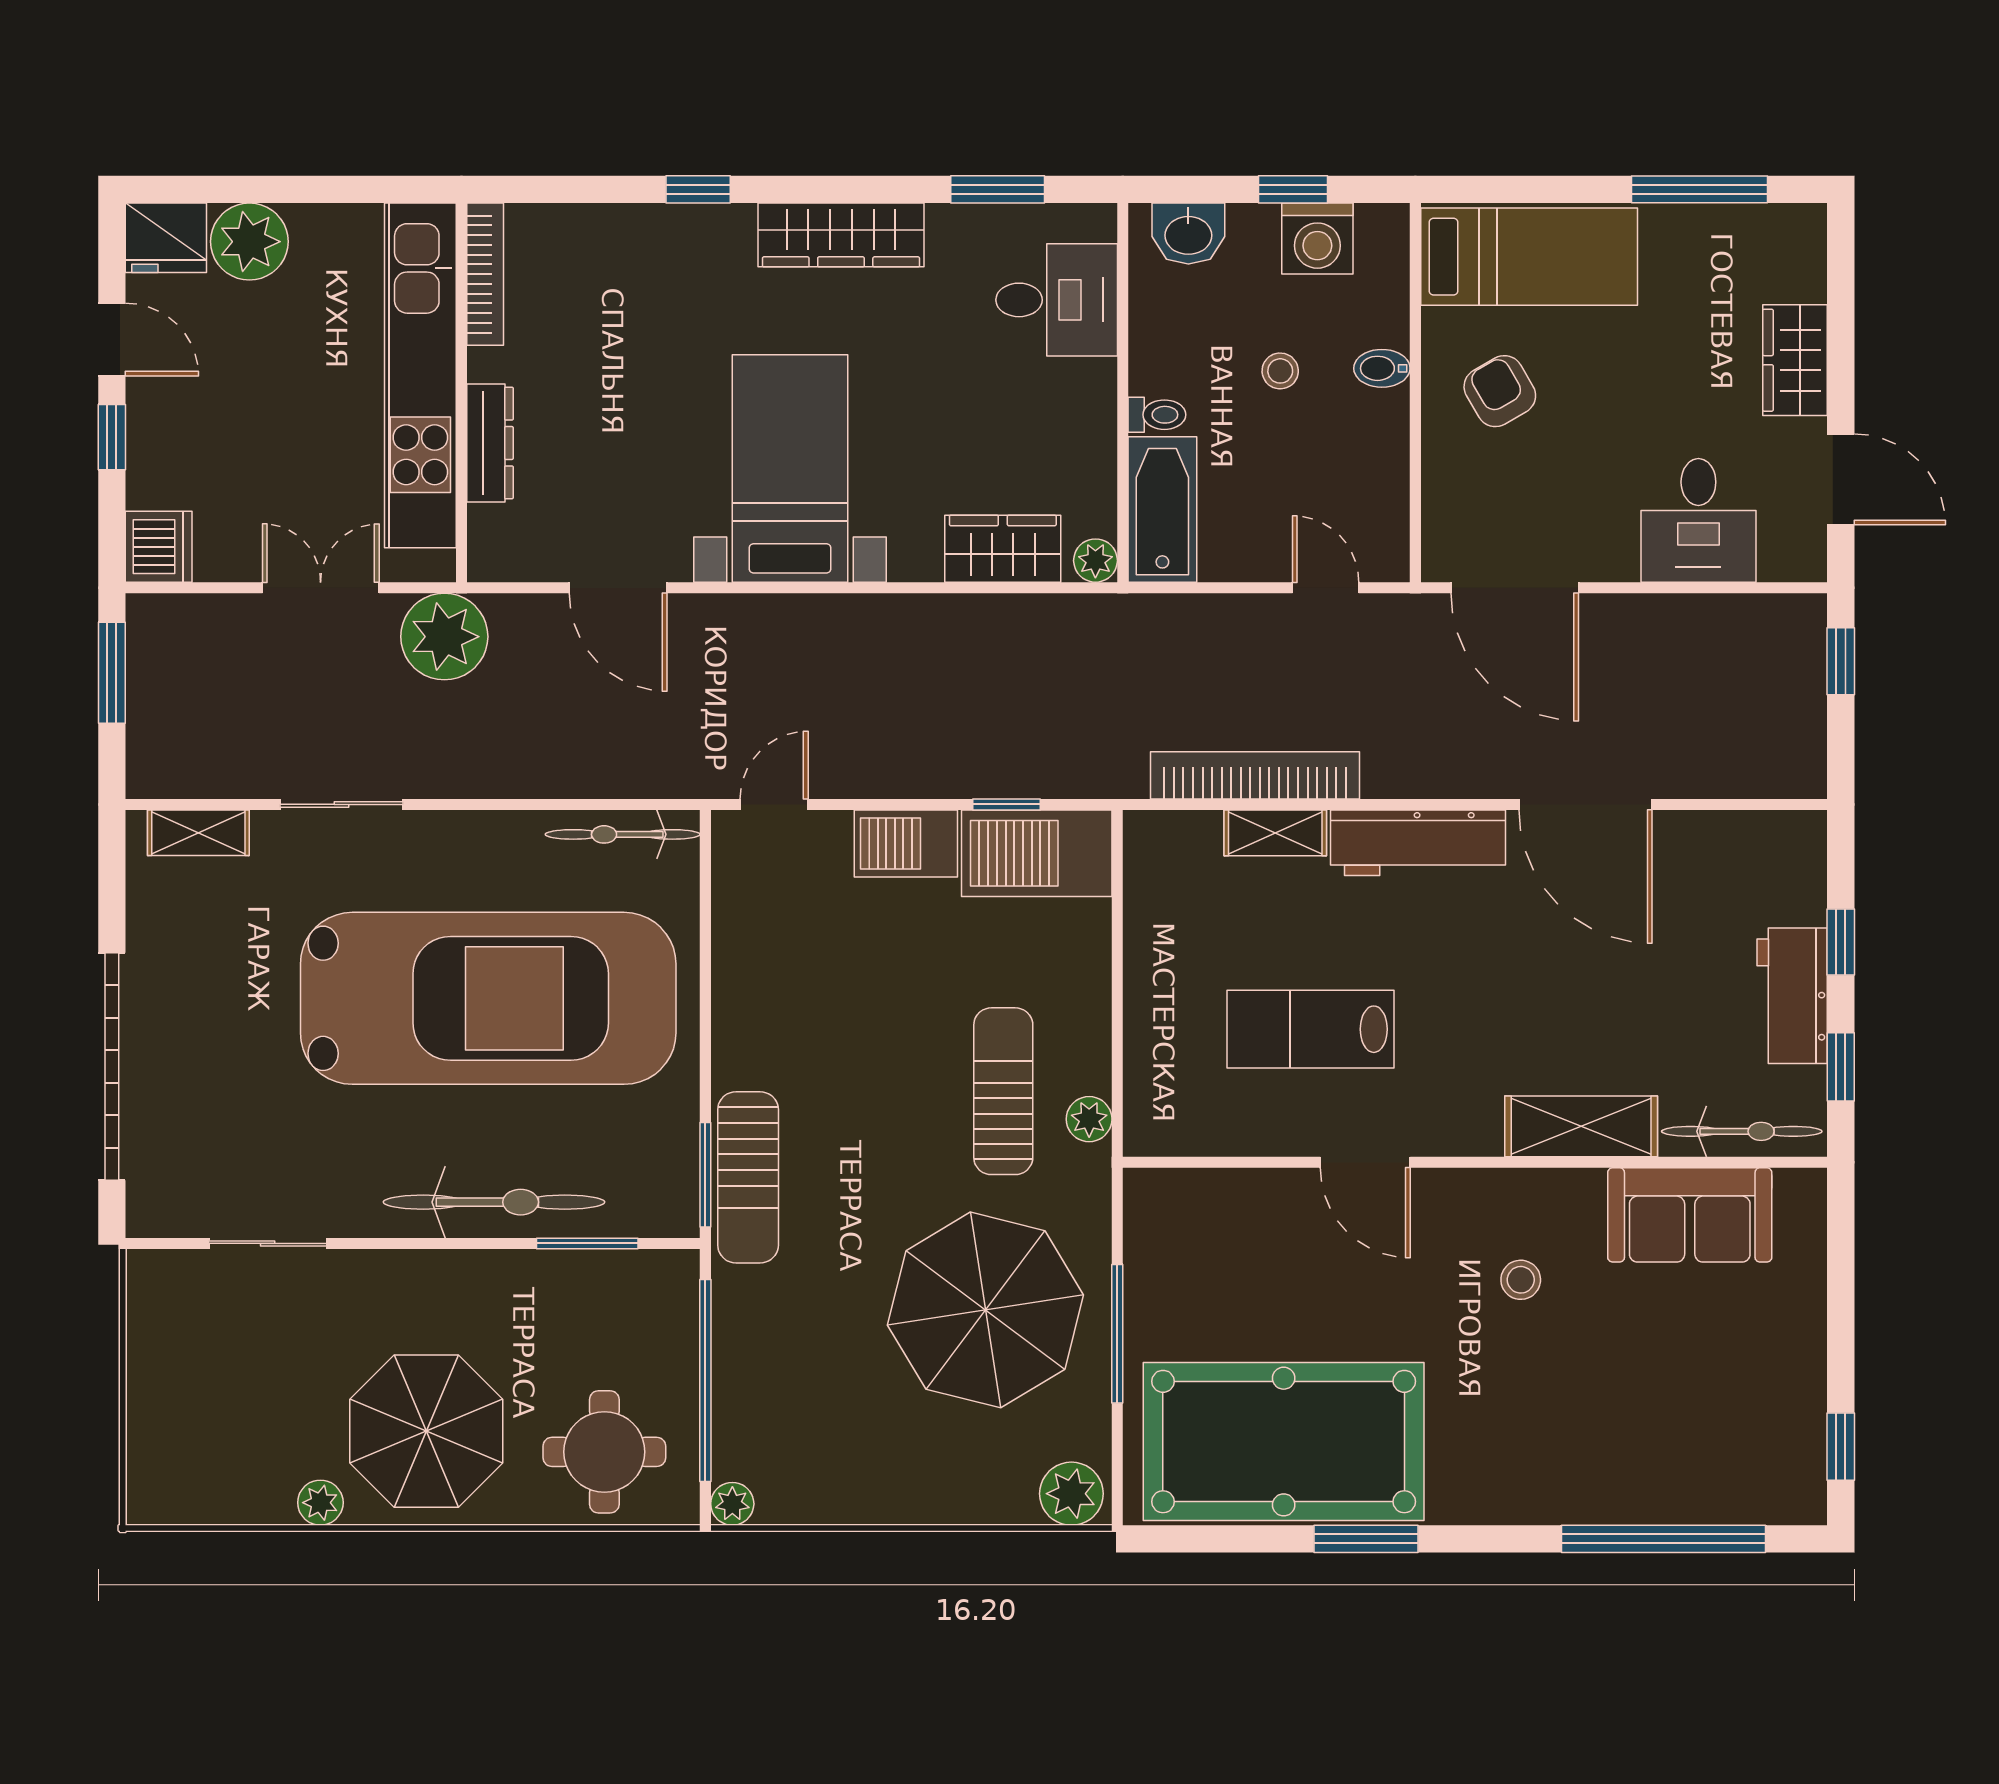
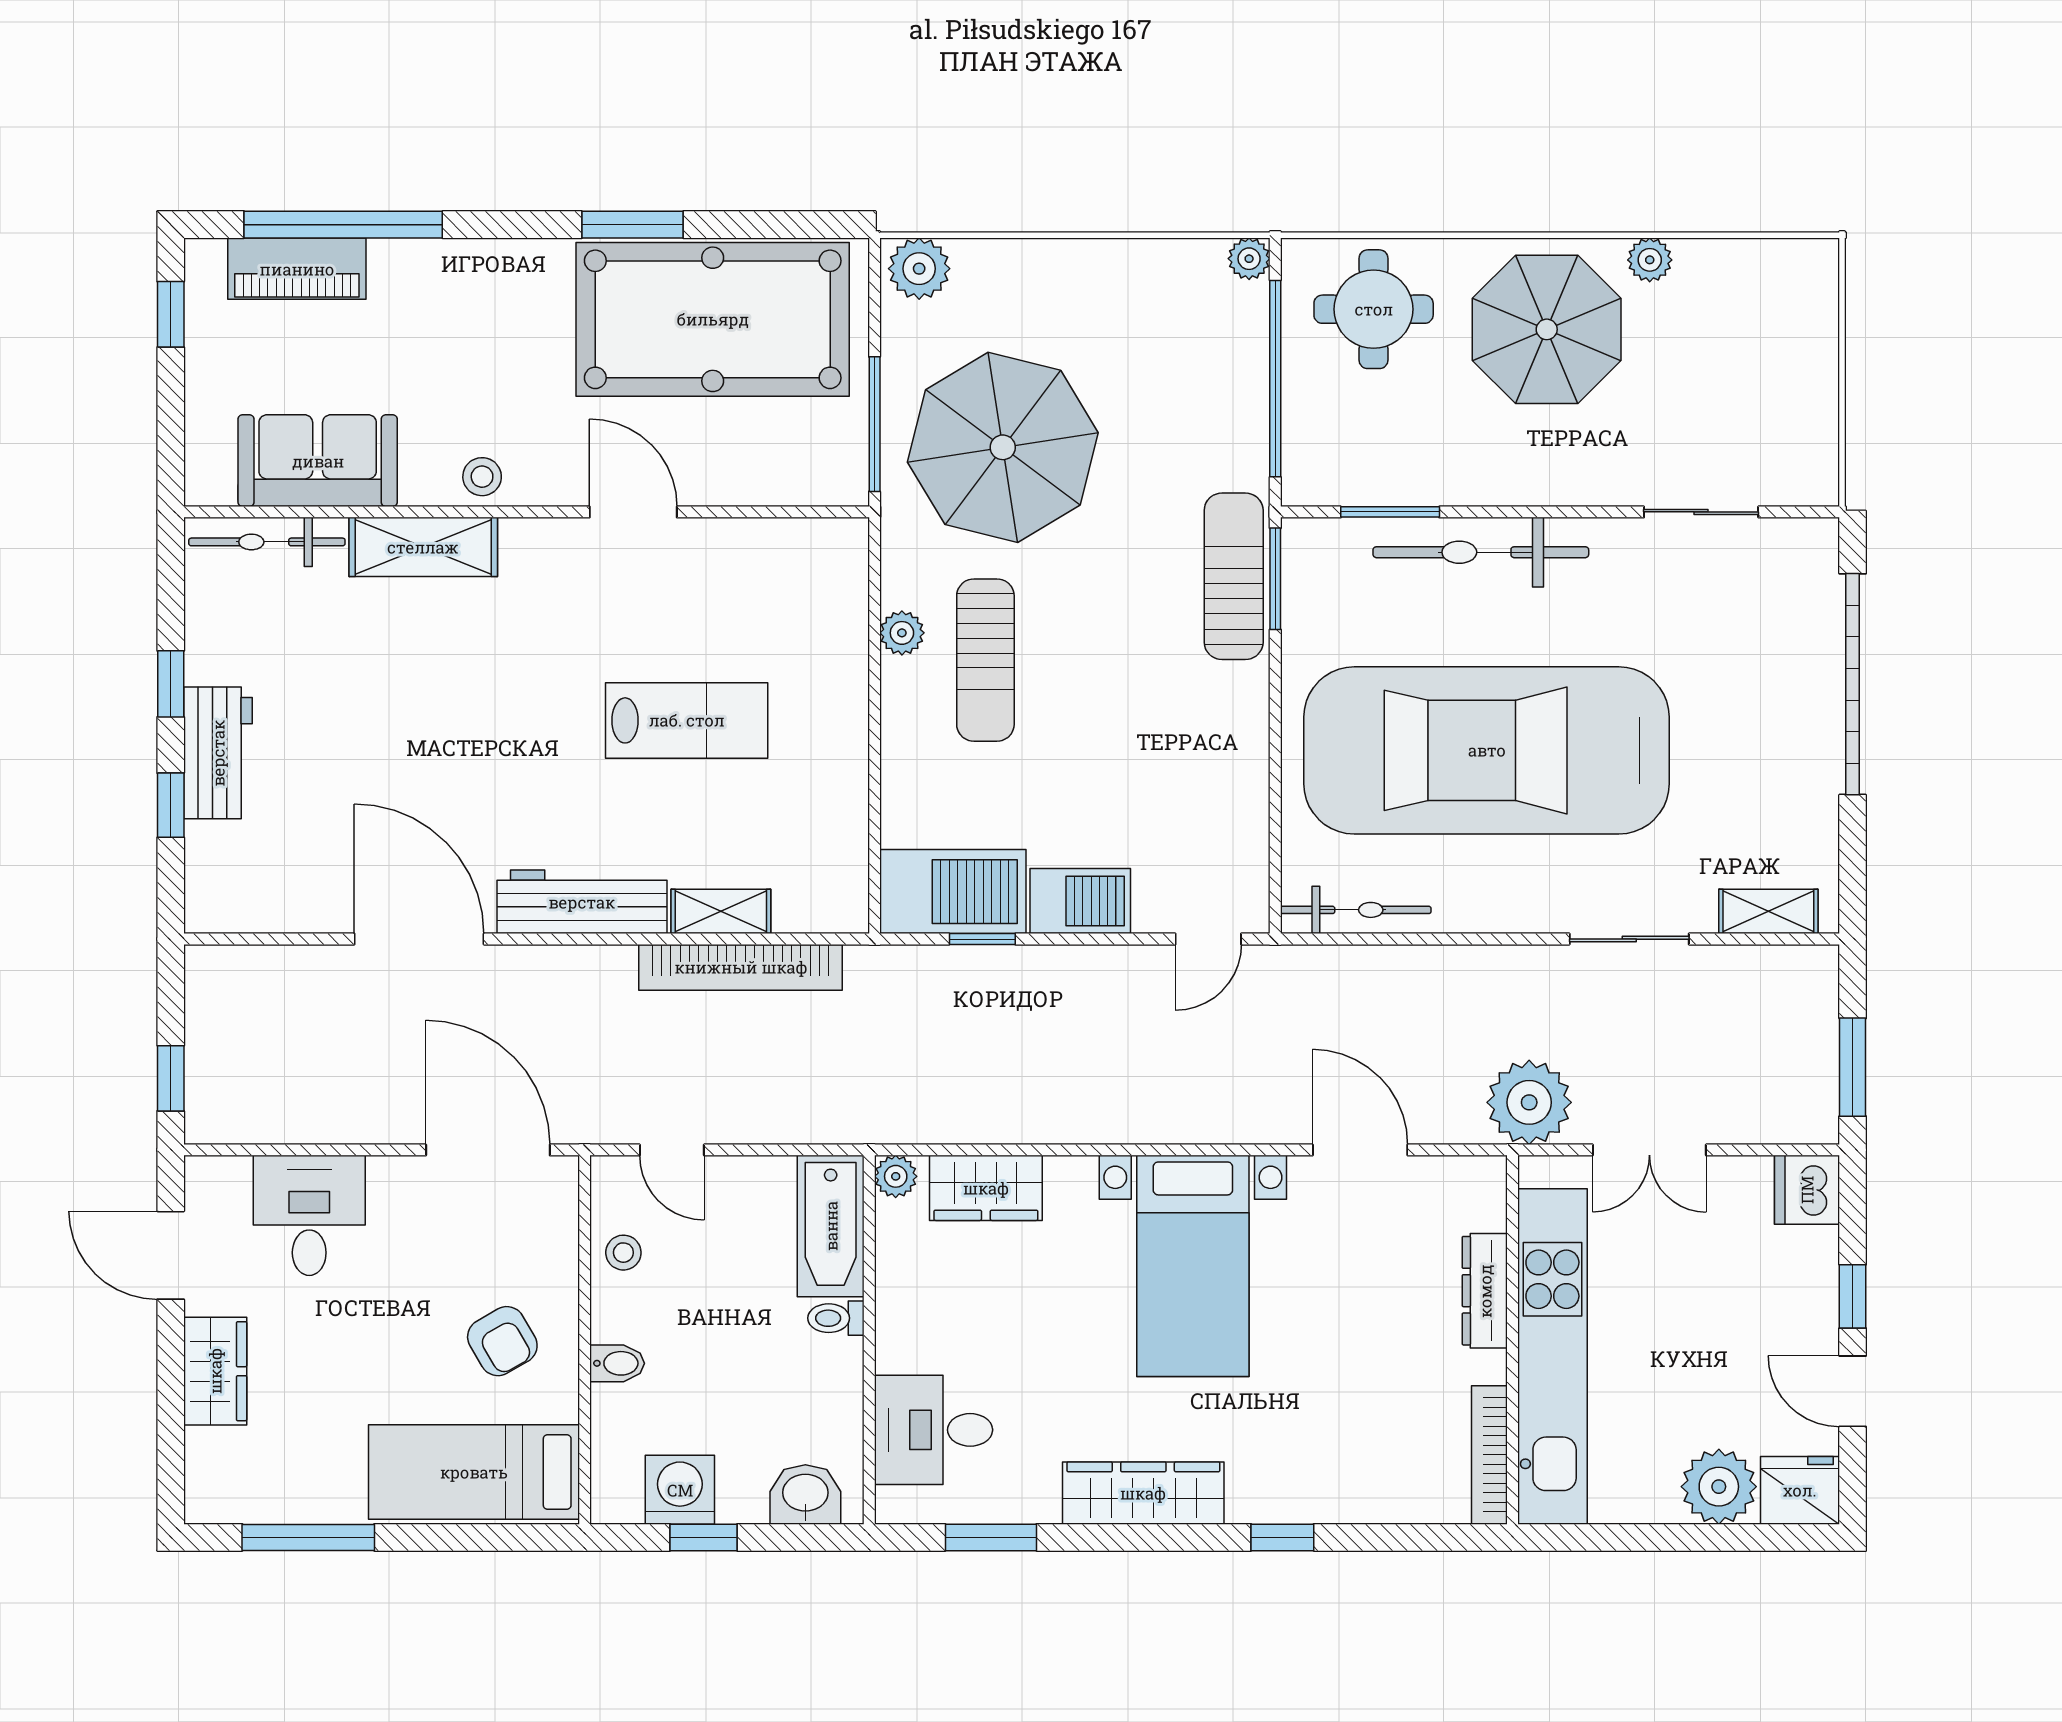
stool: (1280, 371) -> (623, 1253), moved
shelving: (1581, 1126) -> (423, 547), moved
bicycle: (1742, 1131) -> (267, 542), moved
door: (1365, 1162) -> (633, 512), moved
wall: (1475, 1162) -> (527, 512), moved
sofa: (1690, 1215) -> (318, 461), moved
piano: (1711, 1494) -> (297, 269), added

